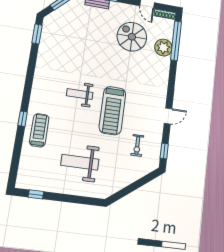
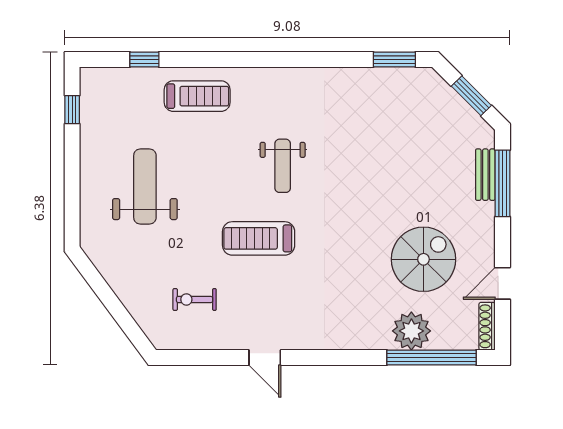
weight bench: (80, 94) -> (283, 166), turned 180
treadmill: (112, 111) -> (259, 238), width x0.73, depth x0.73
window: (23, 119) -> (144, 59), moved
window: (164, 151) -> (191, 358), removed

